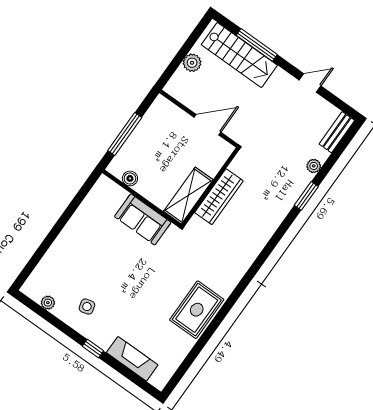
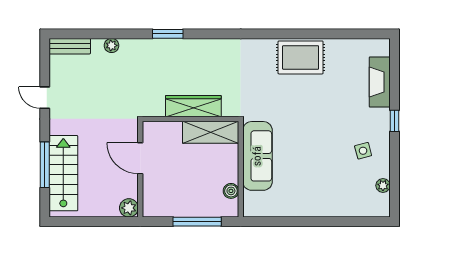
plant: (192, 63) -> (129, 208), moved
window: (306, 196) -> (168, 34), moved
sofa: (143, 219) -> (257, 156), width x1.36

